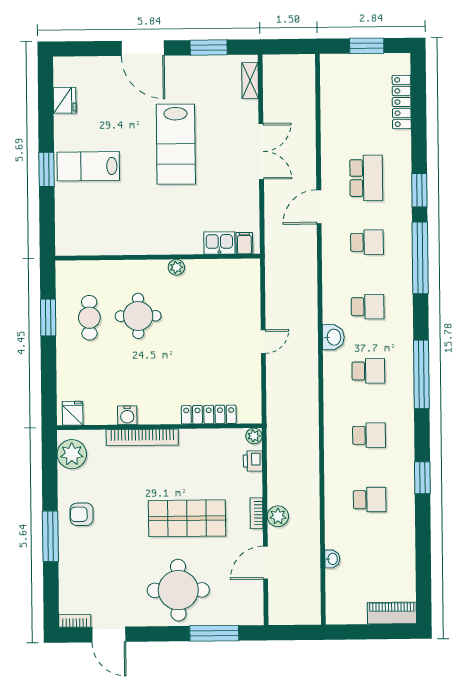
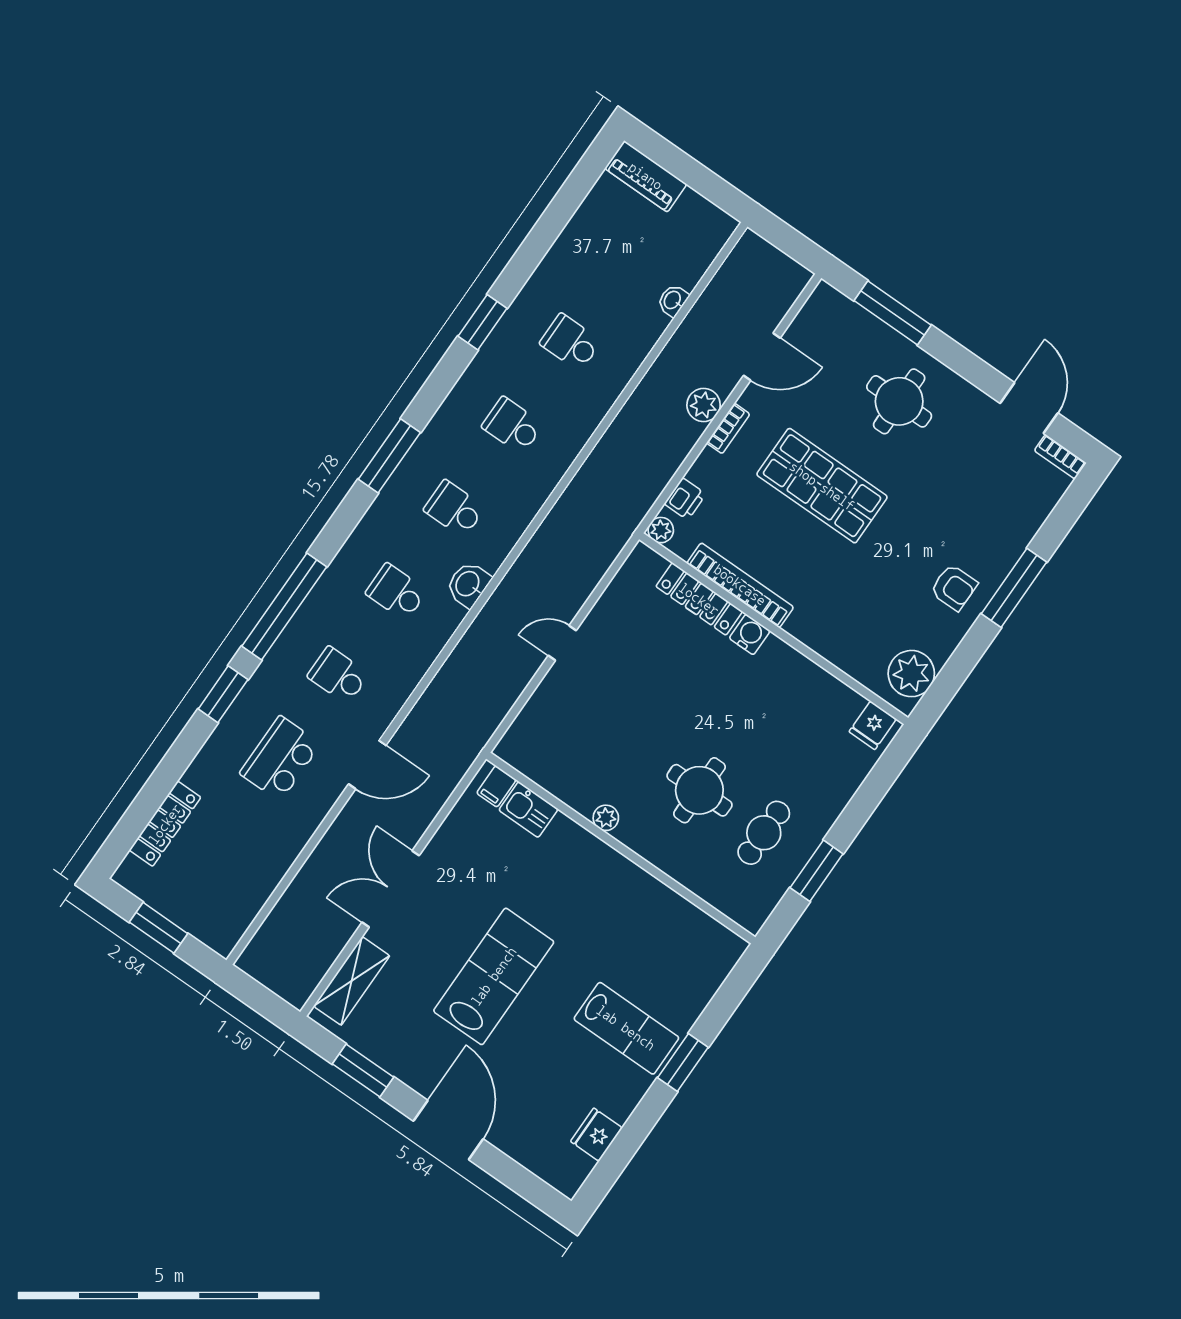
shelving: (250, 81) -> (352, 981), width x1.50, depth x1.33
window: (421, 374) -> (389, 456), width x0.68
water cooler: (127, 415) -> (750, 635), moved
bookcase: (142, 437) -> (740, 585), moved
round table: (178, 590) -> (899, 401), width x0.73, depth x0.73

